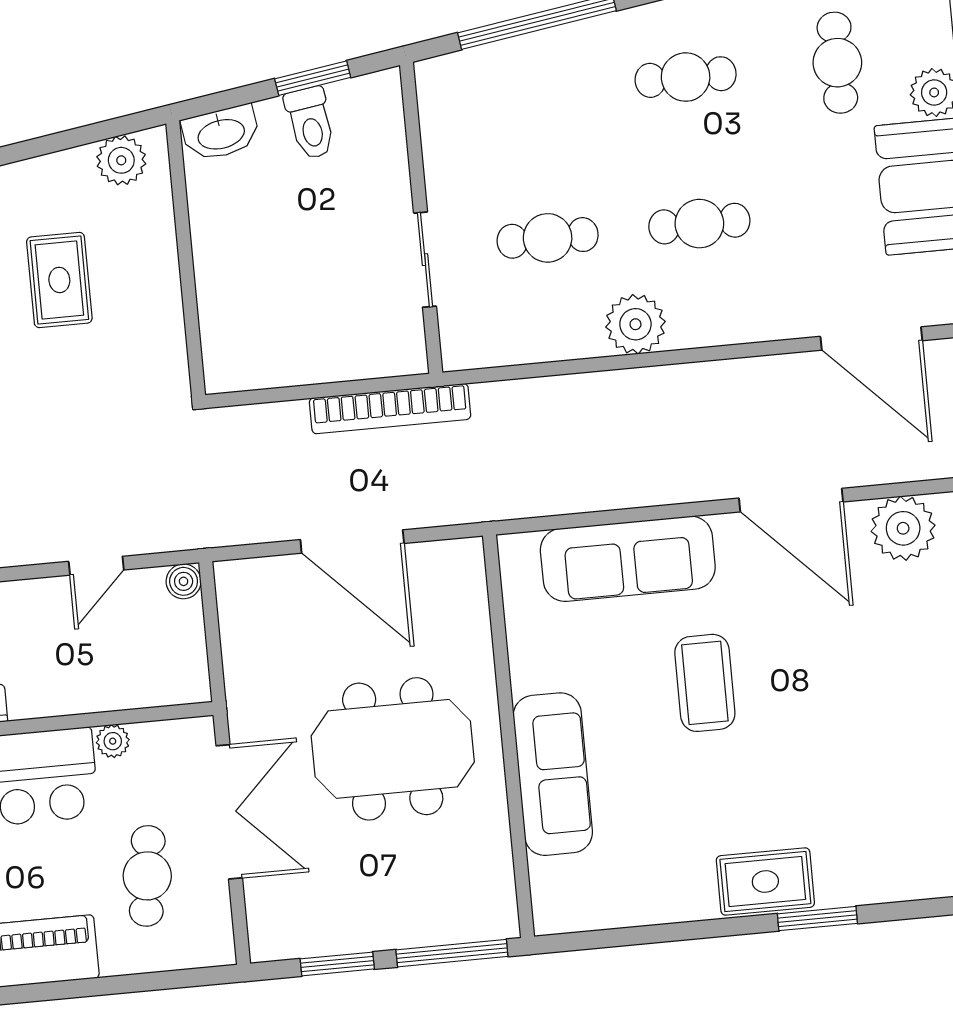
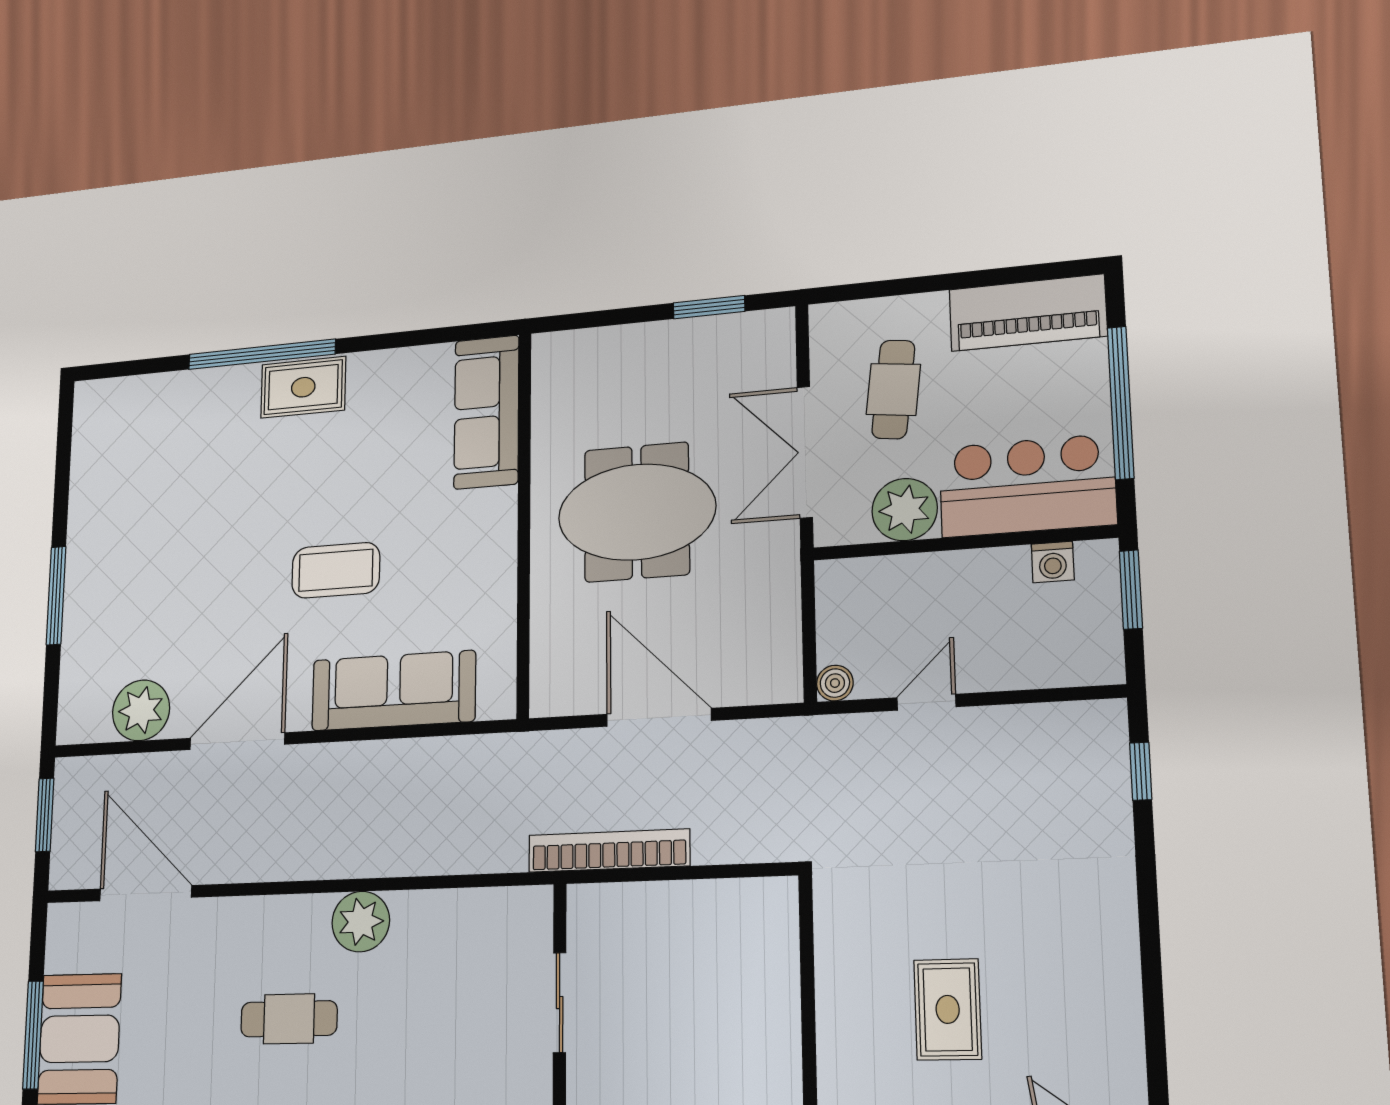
cafe table: (548, 238) -> (436, 1016), removed
door: (791, 500) -> (237, 741), hinge flipped
coffee table: (705, 683) -> (336, 570), turned 90
plant: (113, 741) -> (905, 510), width x1.88, depth x1.88
sofa: (553, 774) -> (486, 412), moved
window: (817, 919) -> (262, 354), width x2.11
window: (452, 953) -> (598, 319), removed

